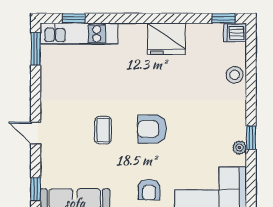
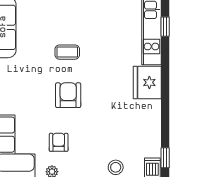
fridge: (167, 39) -> (147, 82), moved
armchair: (149, 190) -> (59, 142), moved, turned 90

